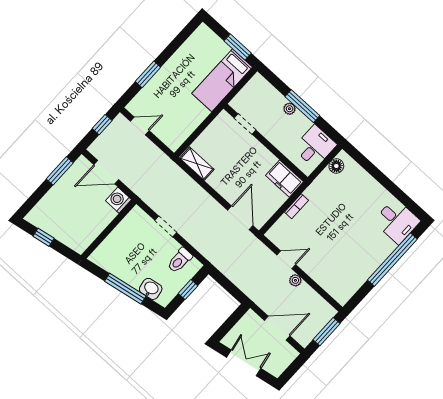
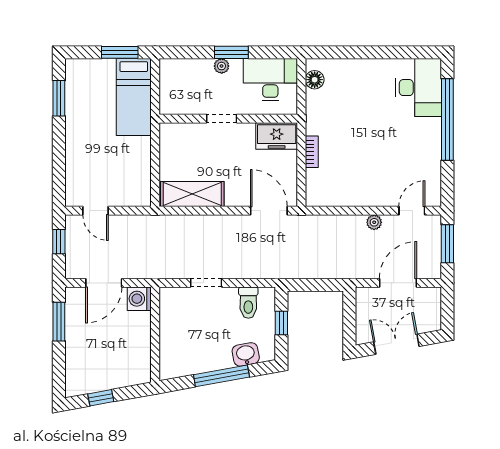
window: (148, 74) -> (59, 98), moved
window: (302, 106) -> (231, 52), width x0.69
doorway: (245, 124) -> (222, 119), moved
door: (140, 126) -> (95, 211), swing flipped
desk: (315, 146) -> (270, 80), width x1.37
shelving: (197, 164) -> (192, 194), width x1.50, depth x1.33
desk: (397, 221) -> (419, 88), width x1.37
door: (286, 260) -> (412, 211), moved

